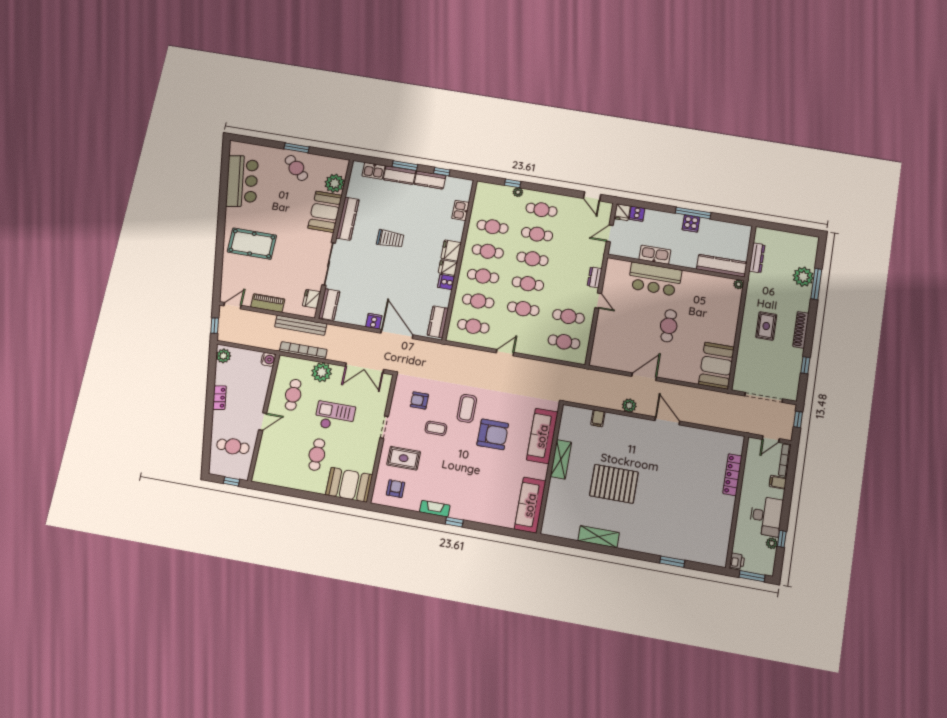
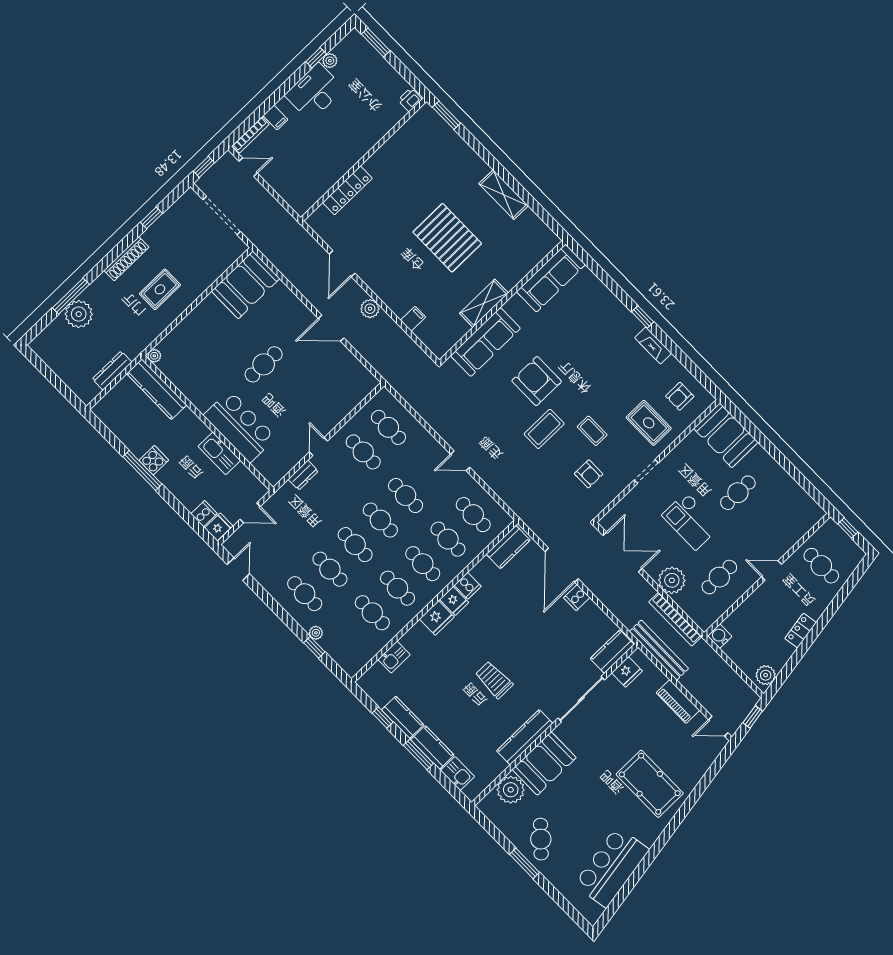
locker: (732, 475) -> (347, 190), moved
wall: (737, 502) -> (364, 160), moved
printer: (737, 561) -> (410, 100), moved

